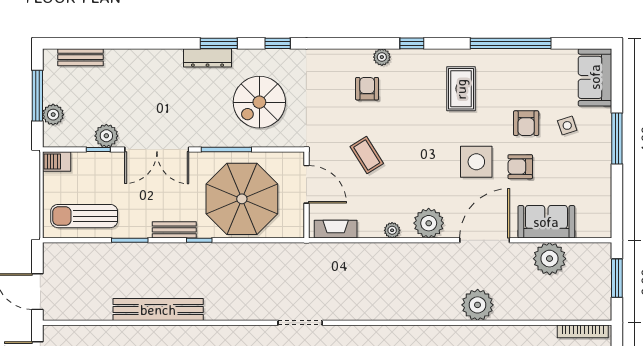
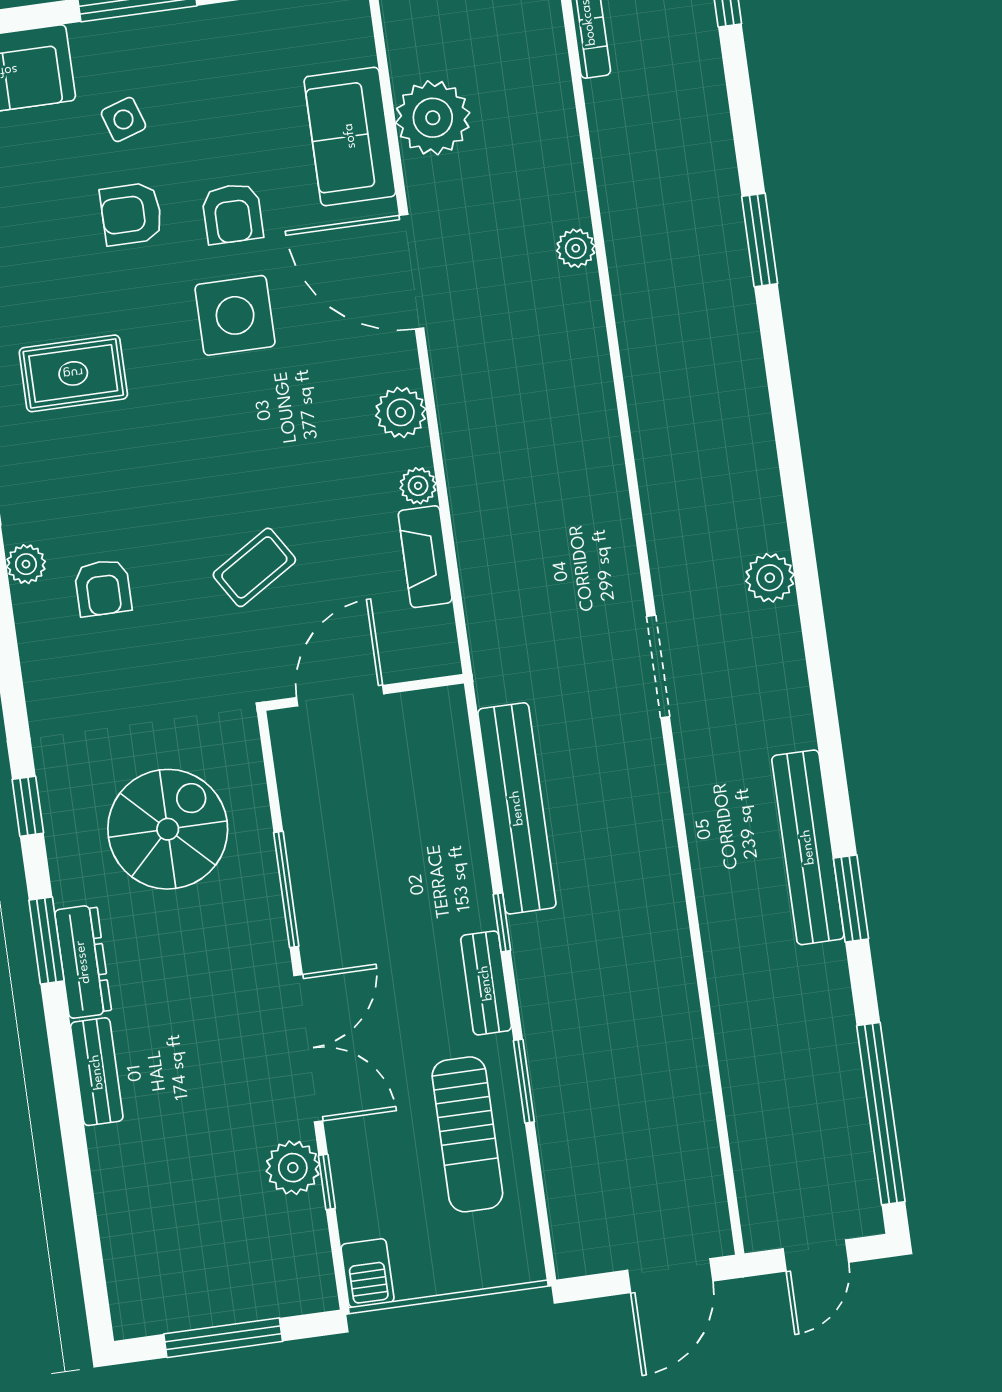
bench: (81, 57) -> (97, 1072), moved
armchair: (367, 89) -> (103, 588), turned -90
spiral stairs: (259, 102) -> (168, 829), turned -90
plant: (53, 115) -> (261, 1296), removed
armchair: (526, 123) -> (131, 214), turned 180
parasol: (242, 199) -> (394, 838), removed
sun lounger: (84, 216) -> (467, 1134), moved
plant: (429, 223) -> (401, 412), width x0.73, depth x0.73
fireplace: (336, 229) -> (425, 557), moved
plant: (478, 305) -> (576, 248), width x0.53, depth x0.53
bench: (158, 310) -> (517, 808), moved

